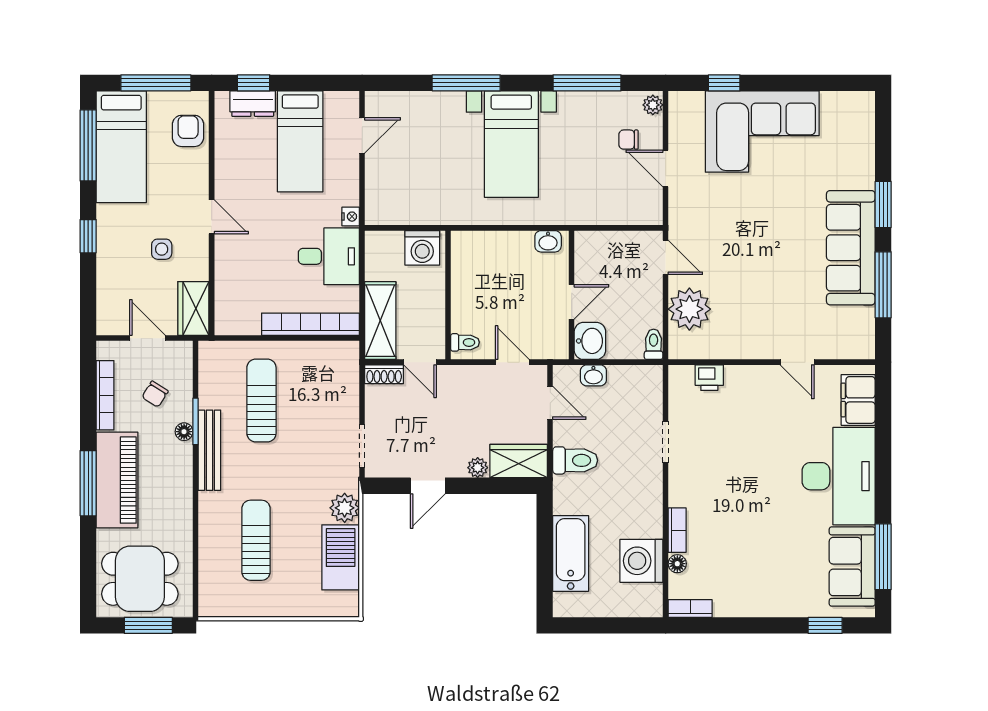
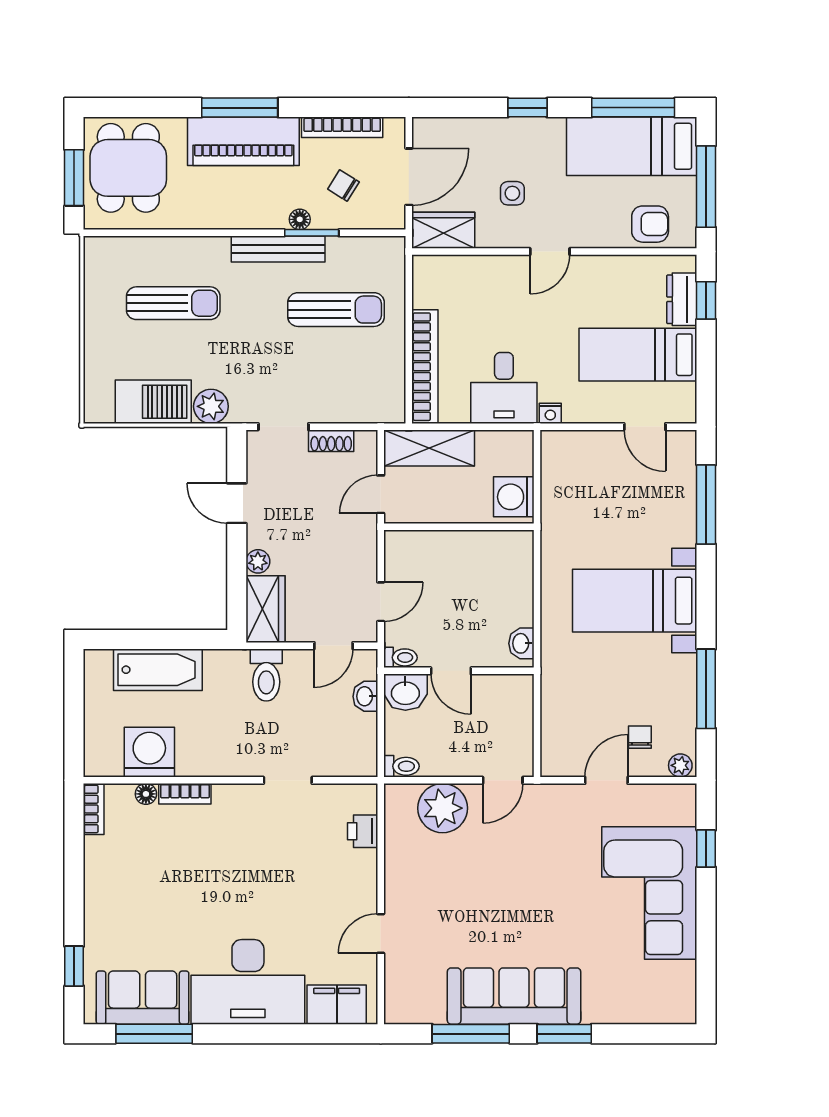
window: (466, 83) -> (706, 505), moved
door: (147, 338) -> (409, 177), width x1.38
toilet: (465, 342) -> (400, 657), moved, turned -90
shoe rack: (384, 374) -> (331, 441), moved, turned -90

